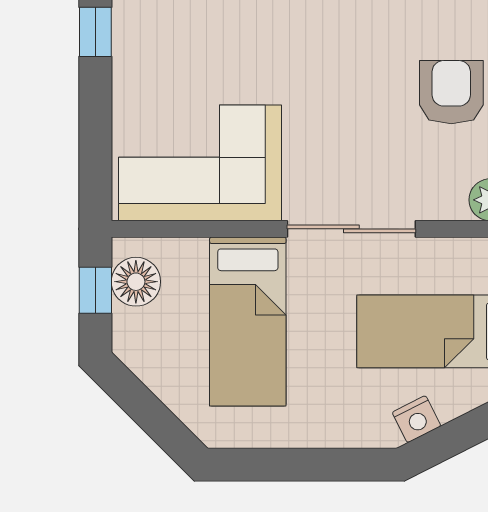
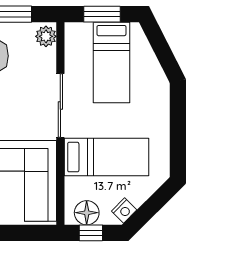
nightstand: (417, 419) -> (124, 211), moved, turned 72

